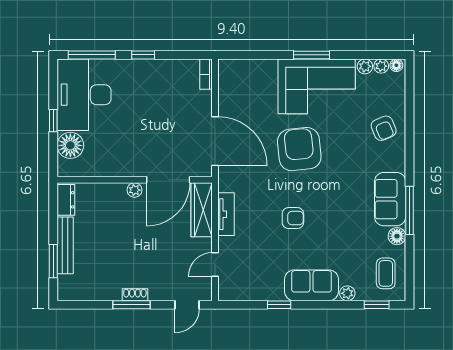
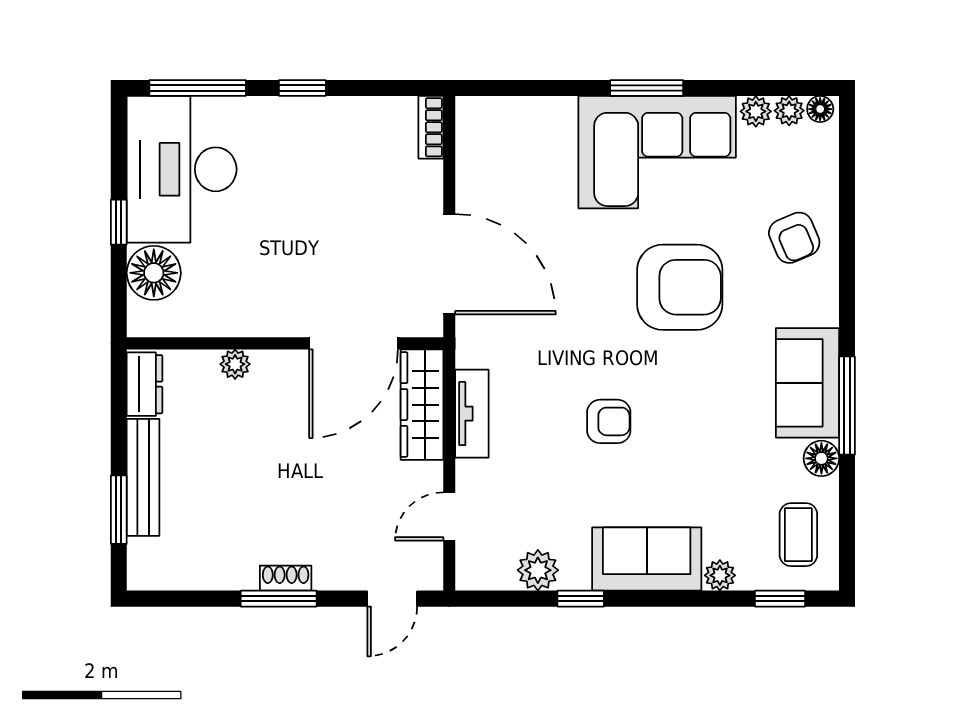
armchair: (299, 149) -> (680, 287), moved, turned 96
plant: (135, 190) -> (235, 364), moved
plant: (258, 291) -> (538, 570), added

